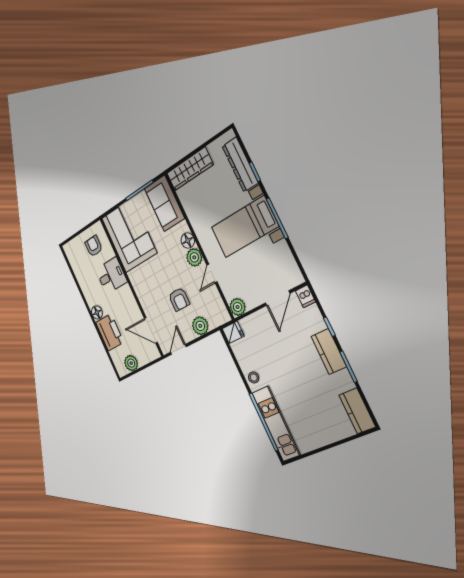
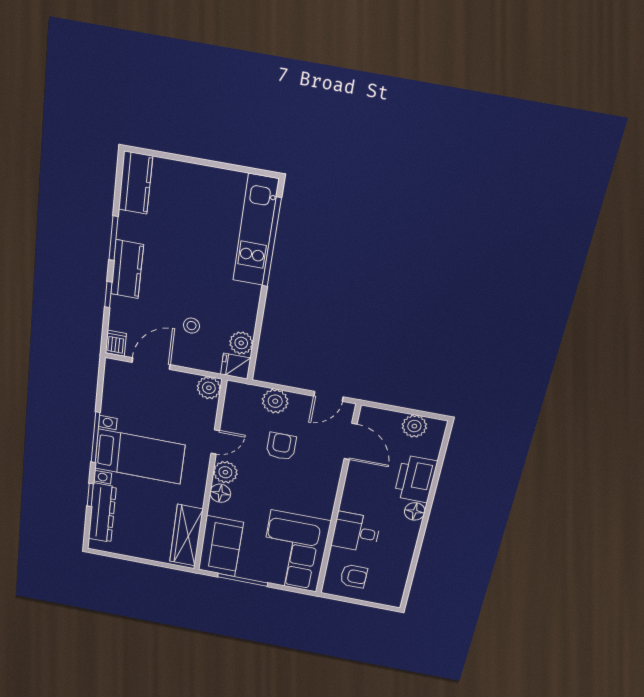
wardrobe: (190, 169) -> (186, 535), moved, turned -90
armchair: (94, 246) -> (354, 576), turned -90
plant: (240, 349) -> (241, 343), added
stool: (254, 378) -> (192, 326), moved

